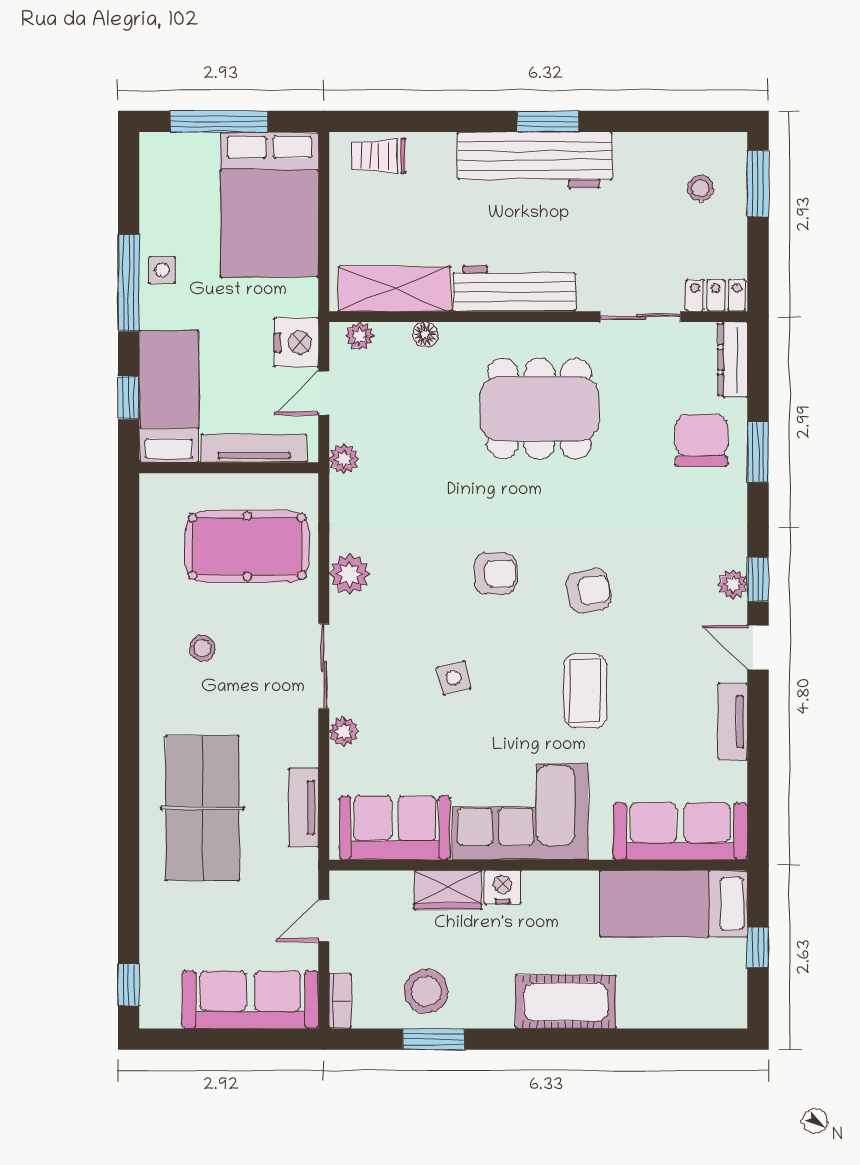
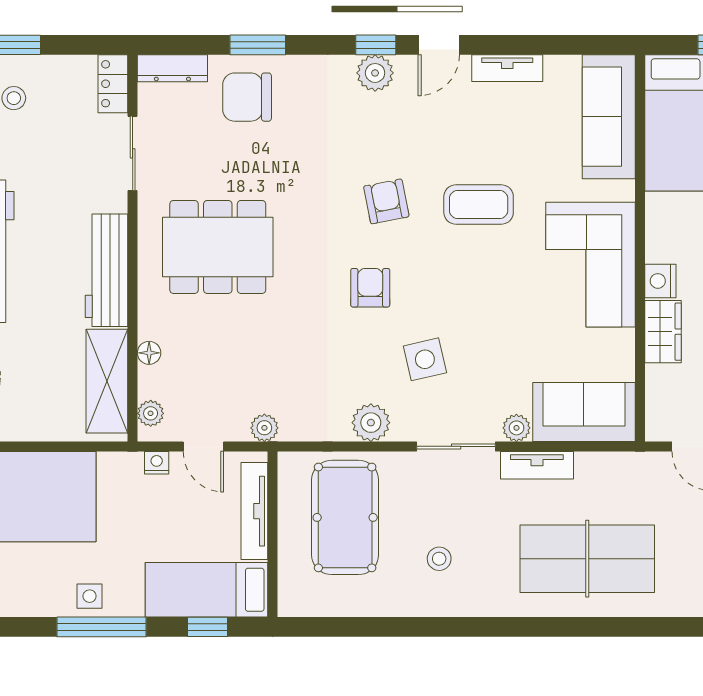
nightstand: (296, 343) -> (157, 463), width x0.53, depth x0.56
dining table: (539, 409) -> (218, 247), turned 90
plant: (733, 584) -> (375, 73), width x1.38, depth x1.38
side table: (454, 678) -> (425, 359), moved, width x1.37, depth x1.37
tv unit: (303, 808) -> (537, 465), moved
sofa: (395, 828) -> (584, 412), moved, turned 90

